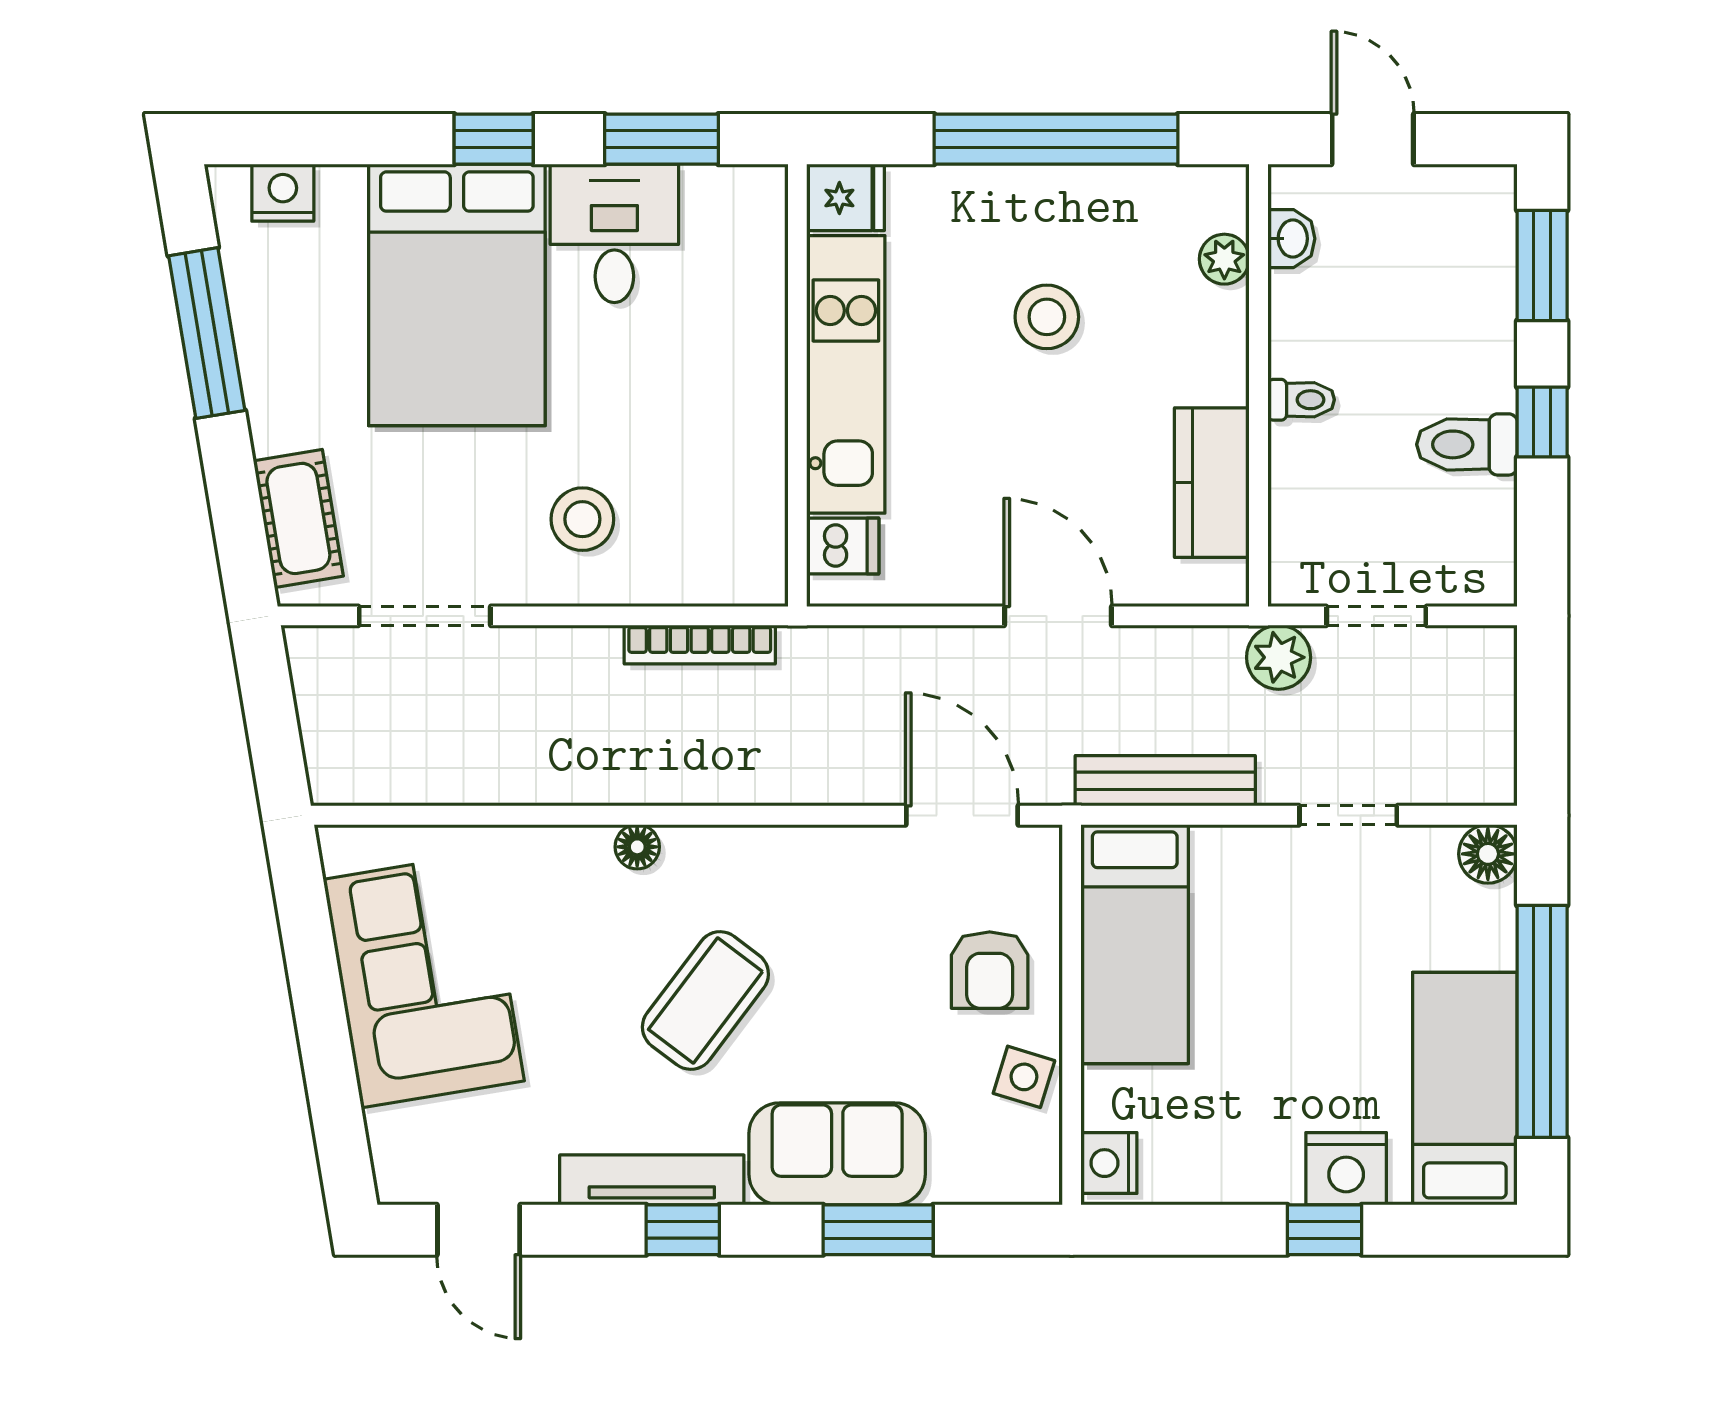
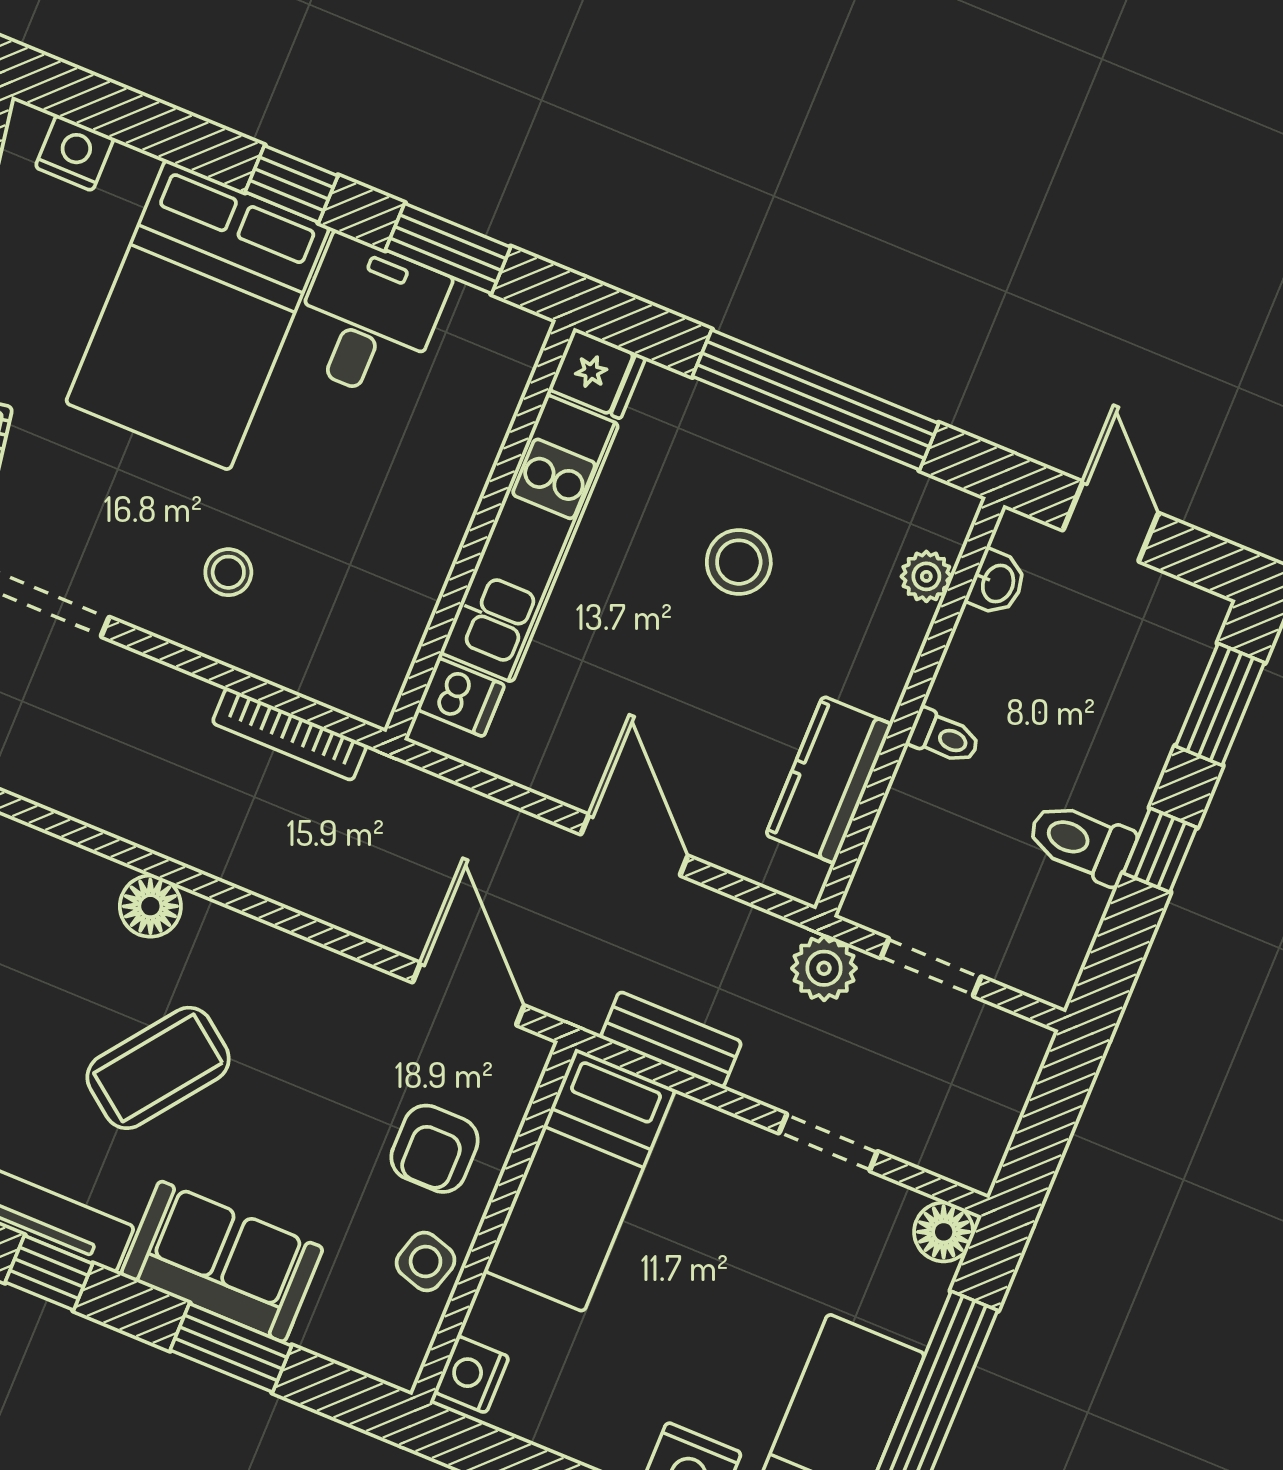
stool: (582, 519) -> (228, 572), width x0.73, depth x0.73
bench: (1165, 781) -> (671, 1040), width x0.73
floor lamp: (637, 847) -> (150, 906), width x1.37, depth x1.37

